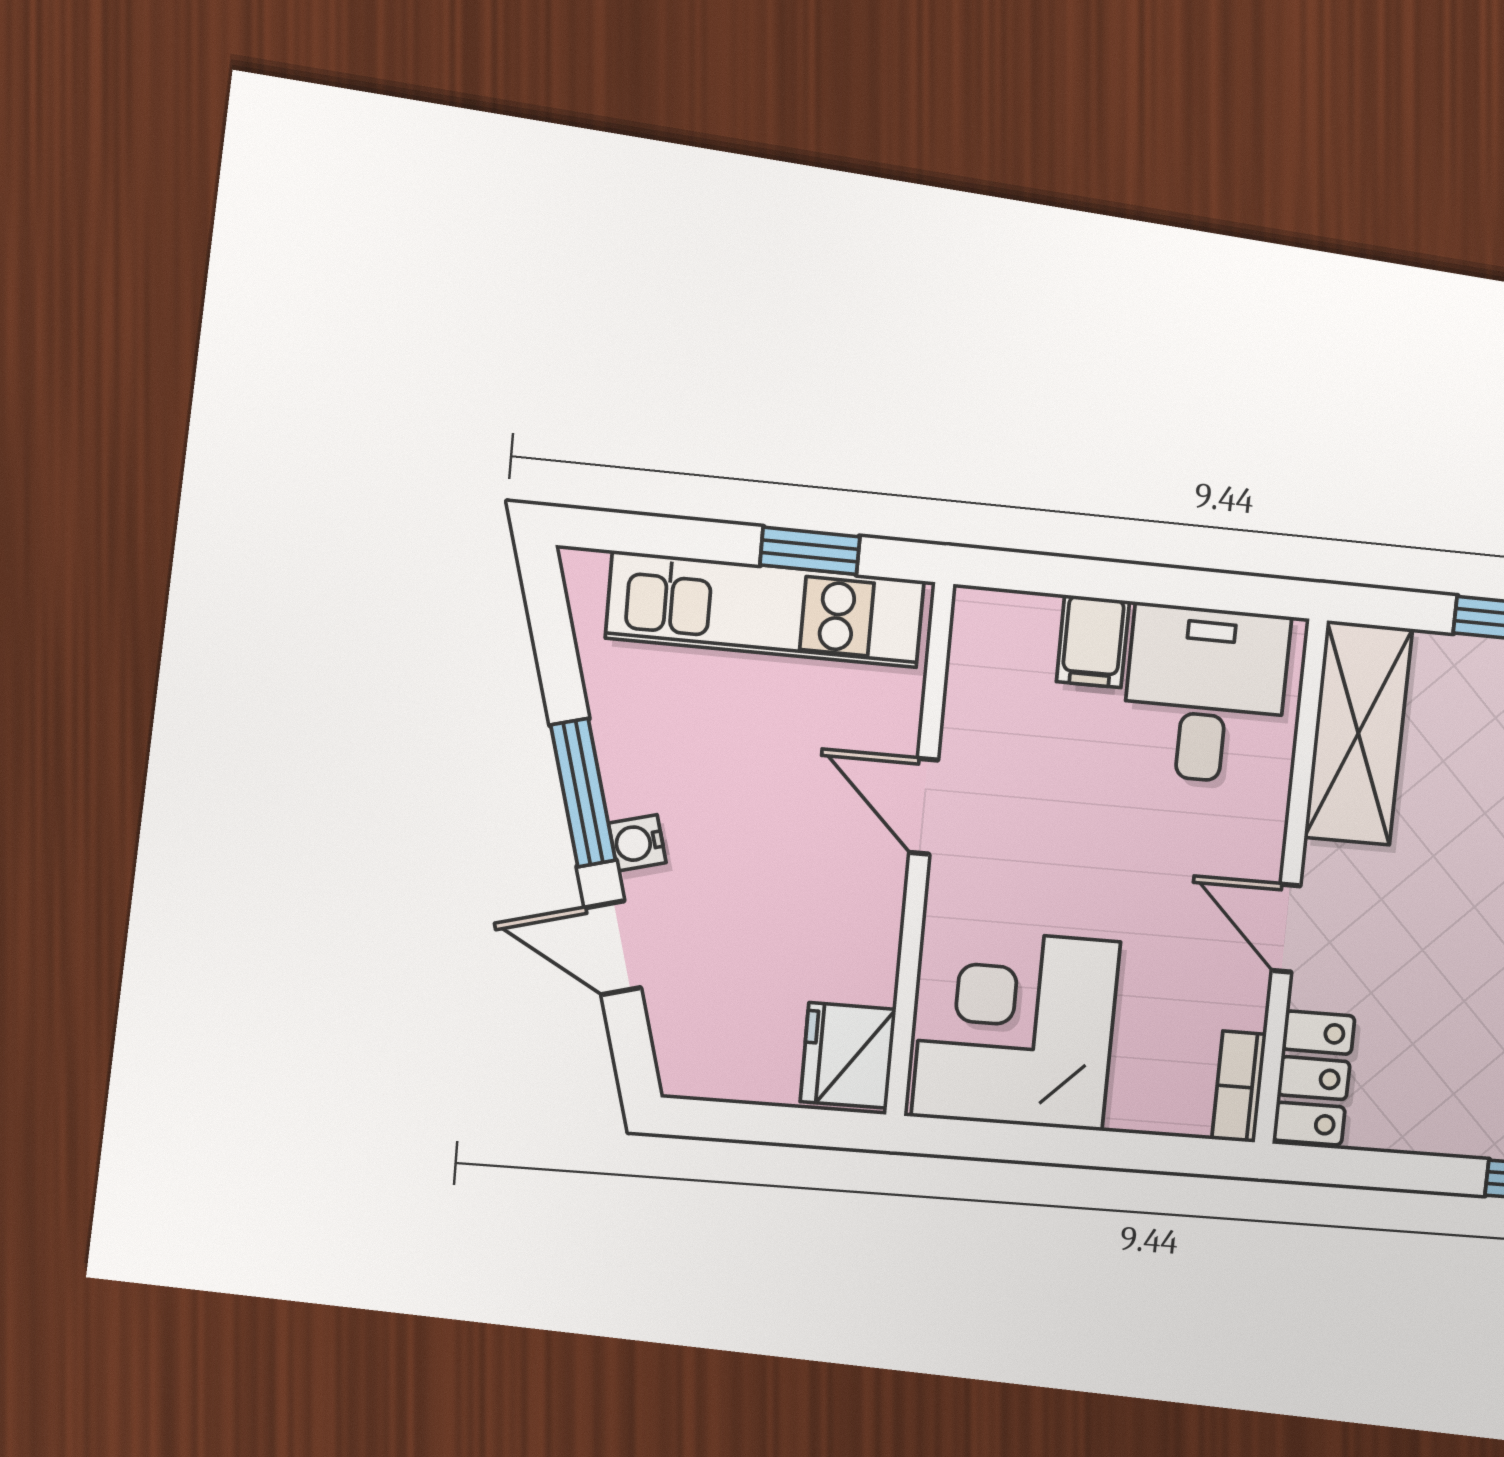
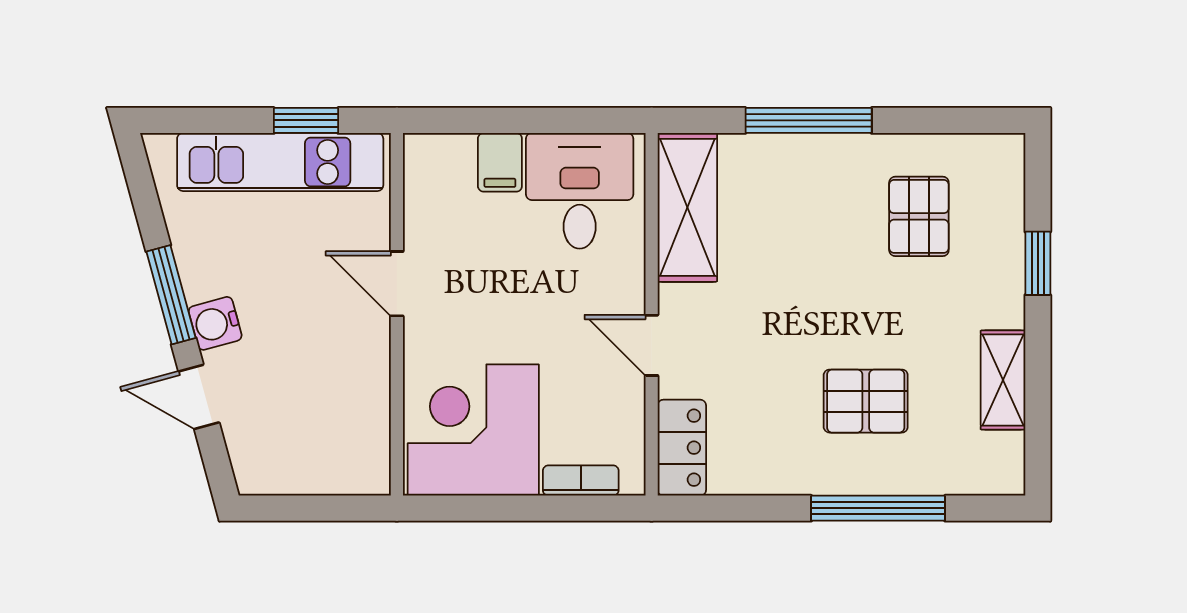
water cooler: (637, 843) -> (215, 323), width x1.38, depth x1.38
fridge: (848, 1055) -> (361, 457), removed
bookcase: (1239, 1087) -> (581, 480), moved, turned 90

